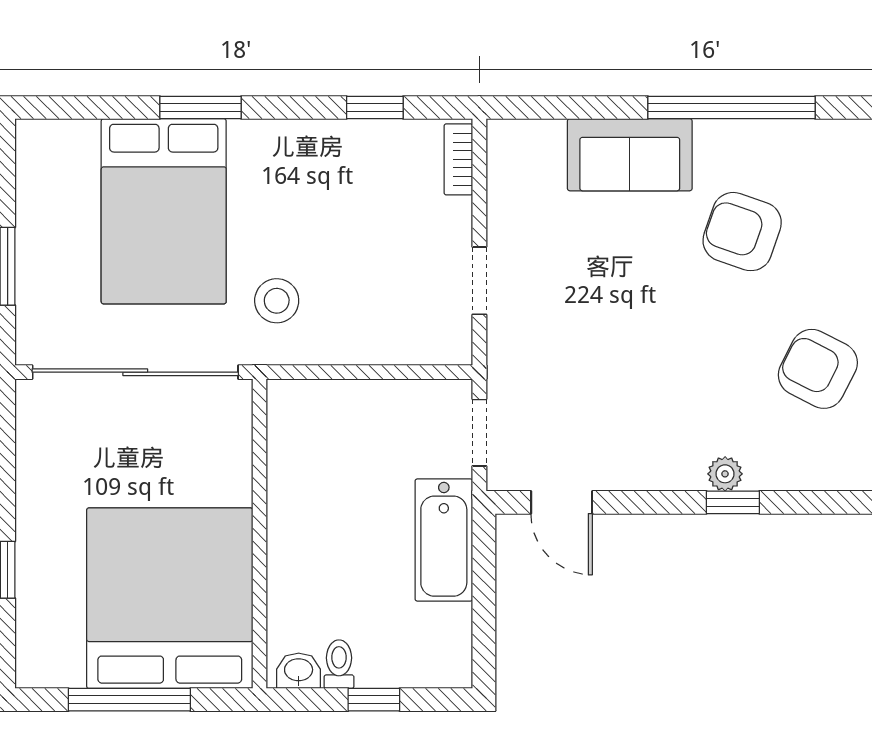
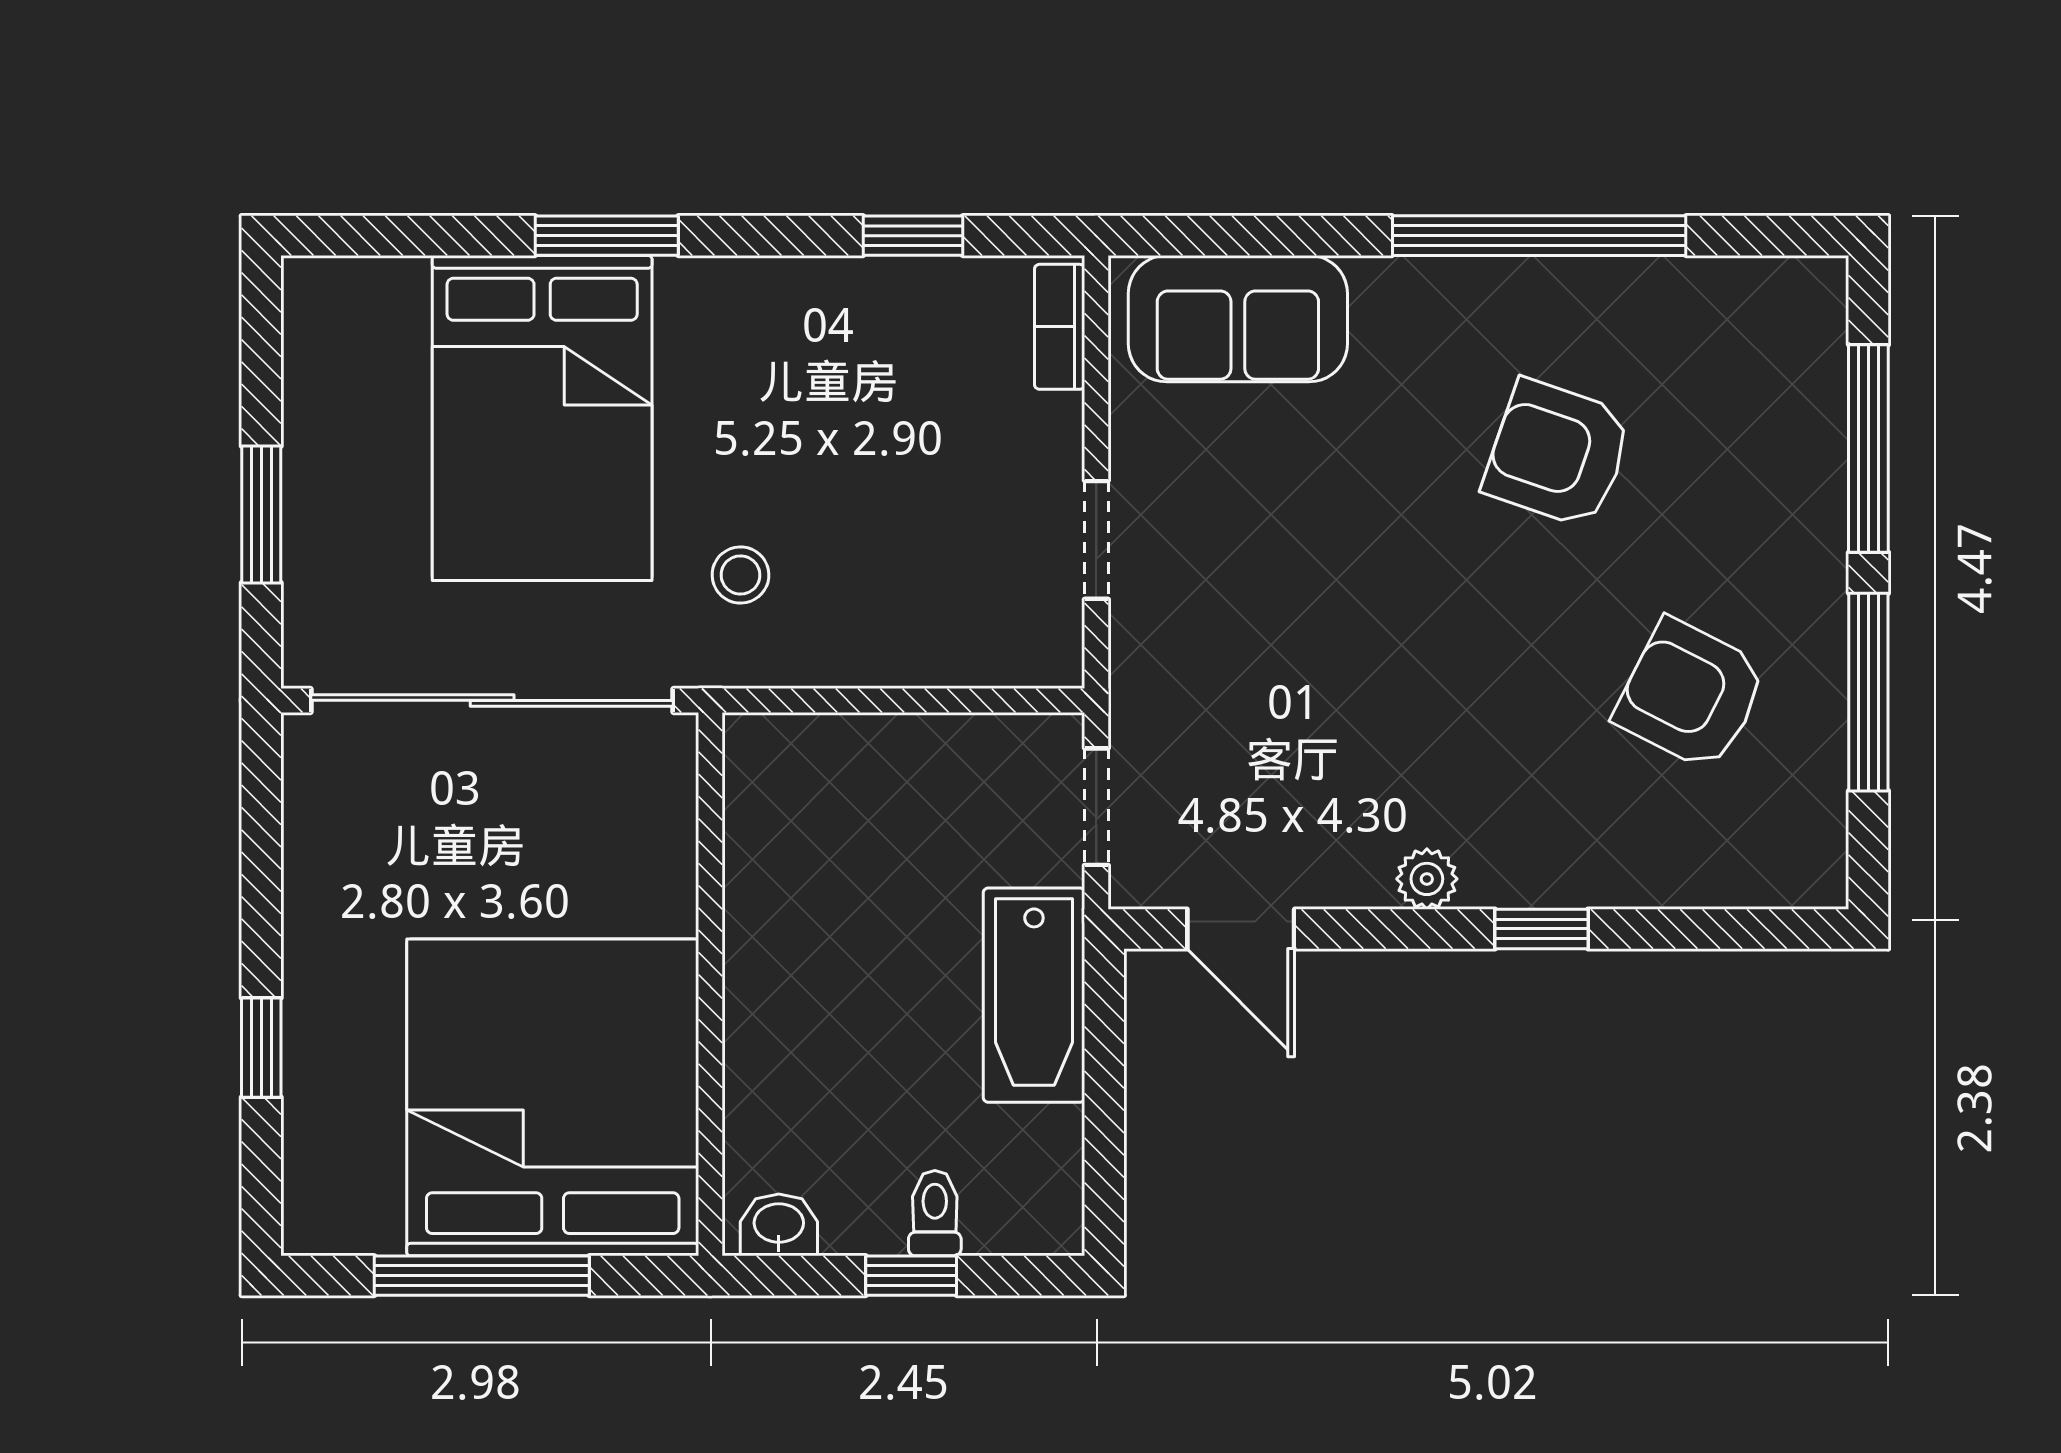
sofa: (630, 155) -> (1238, 319), moved
stool: (277, 301) -> (740, 575), width x0.73, depth x0.73
plant: (725, 474) -> (1427, 879), moved
toilet: (339, 664) -> (935, 1213), moved

